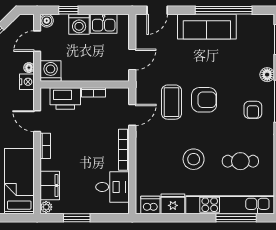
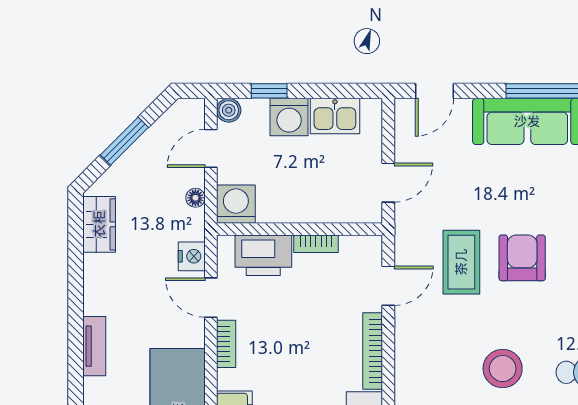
nightstand: (27, 82) -> (192, 256), moved
armchair: (204, 100) -> (522, 258), turned -90

